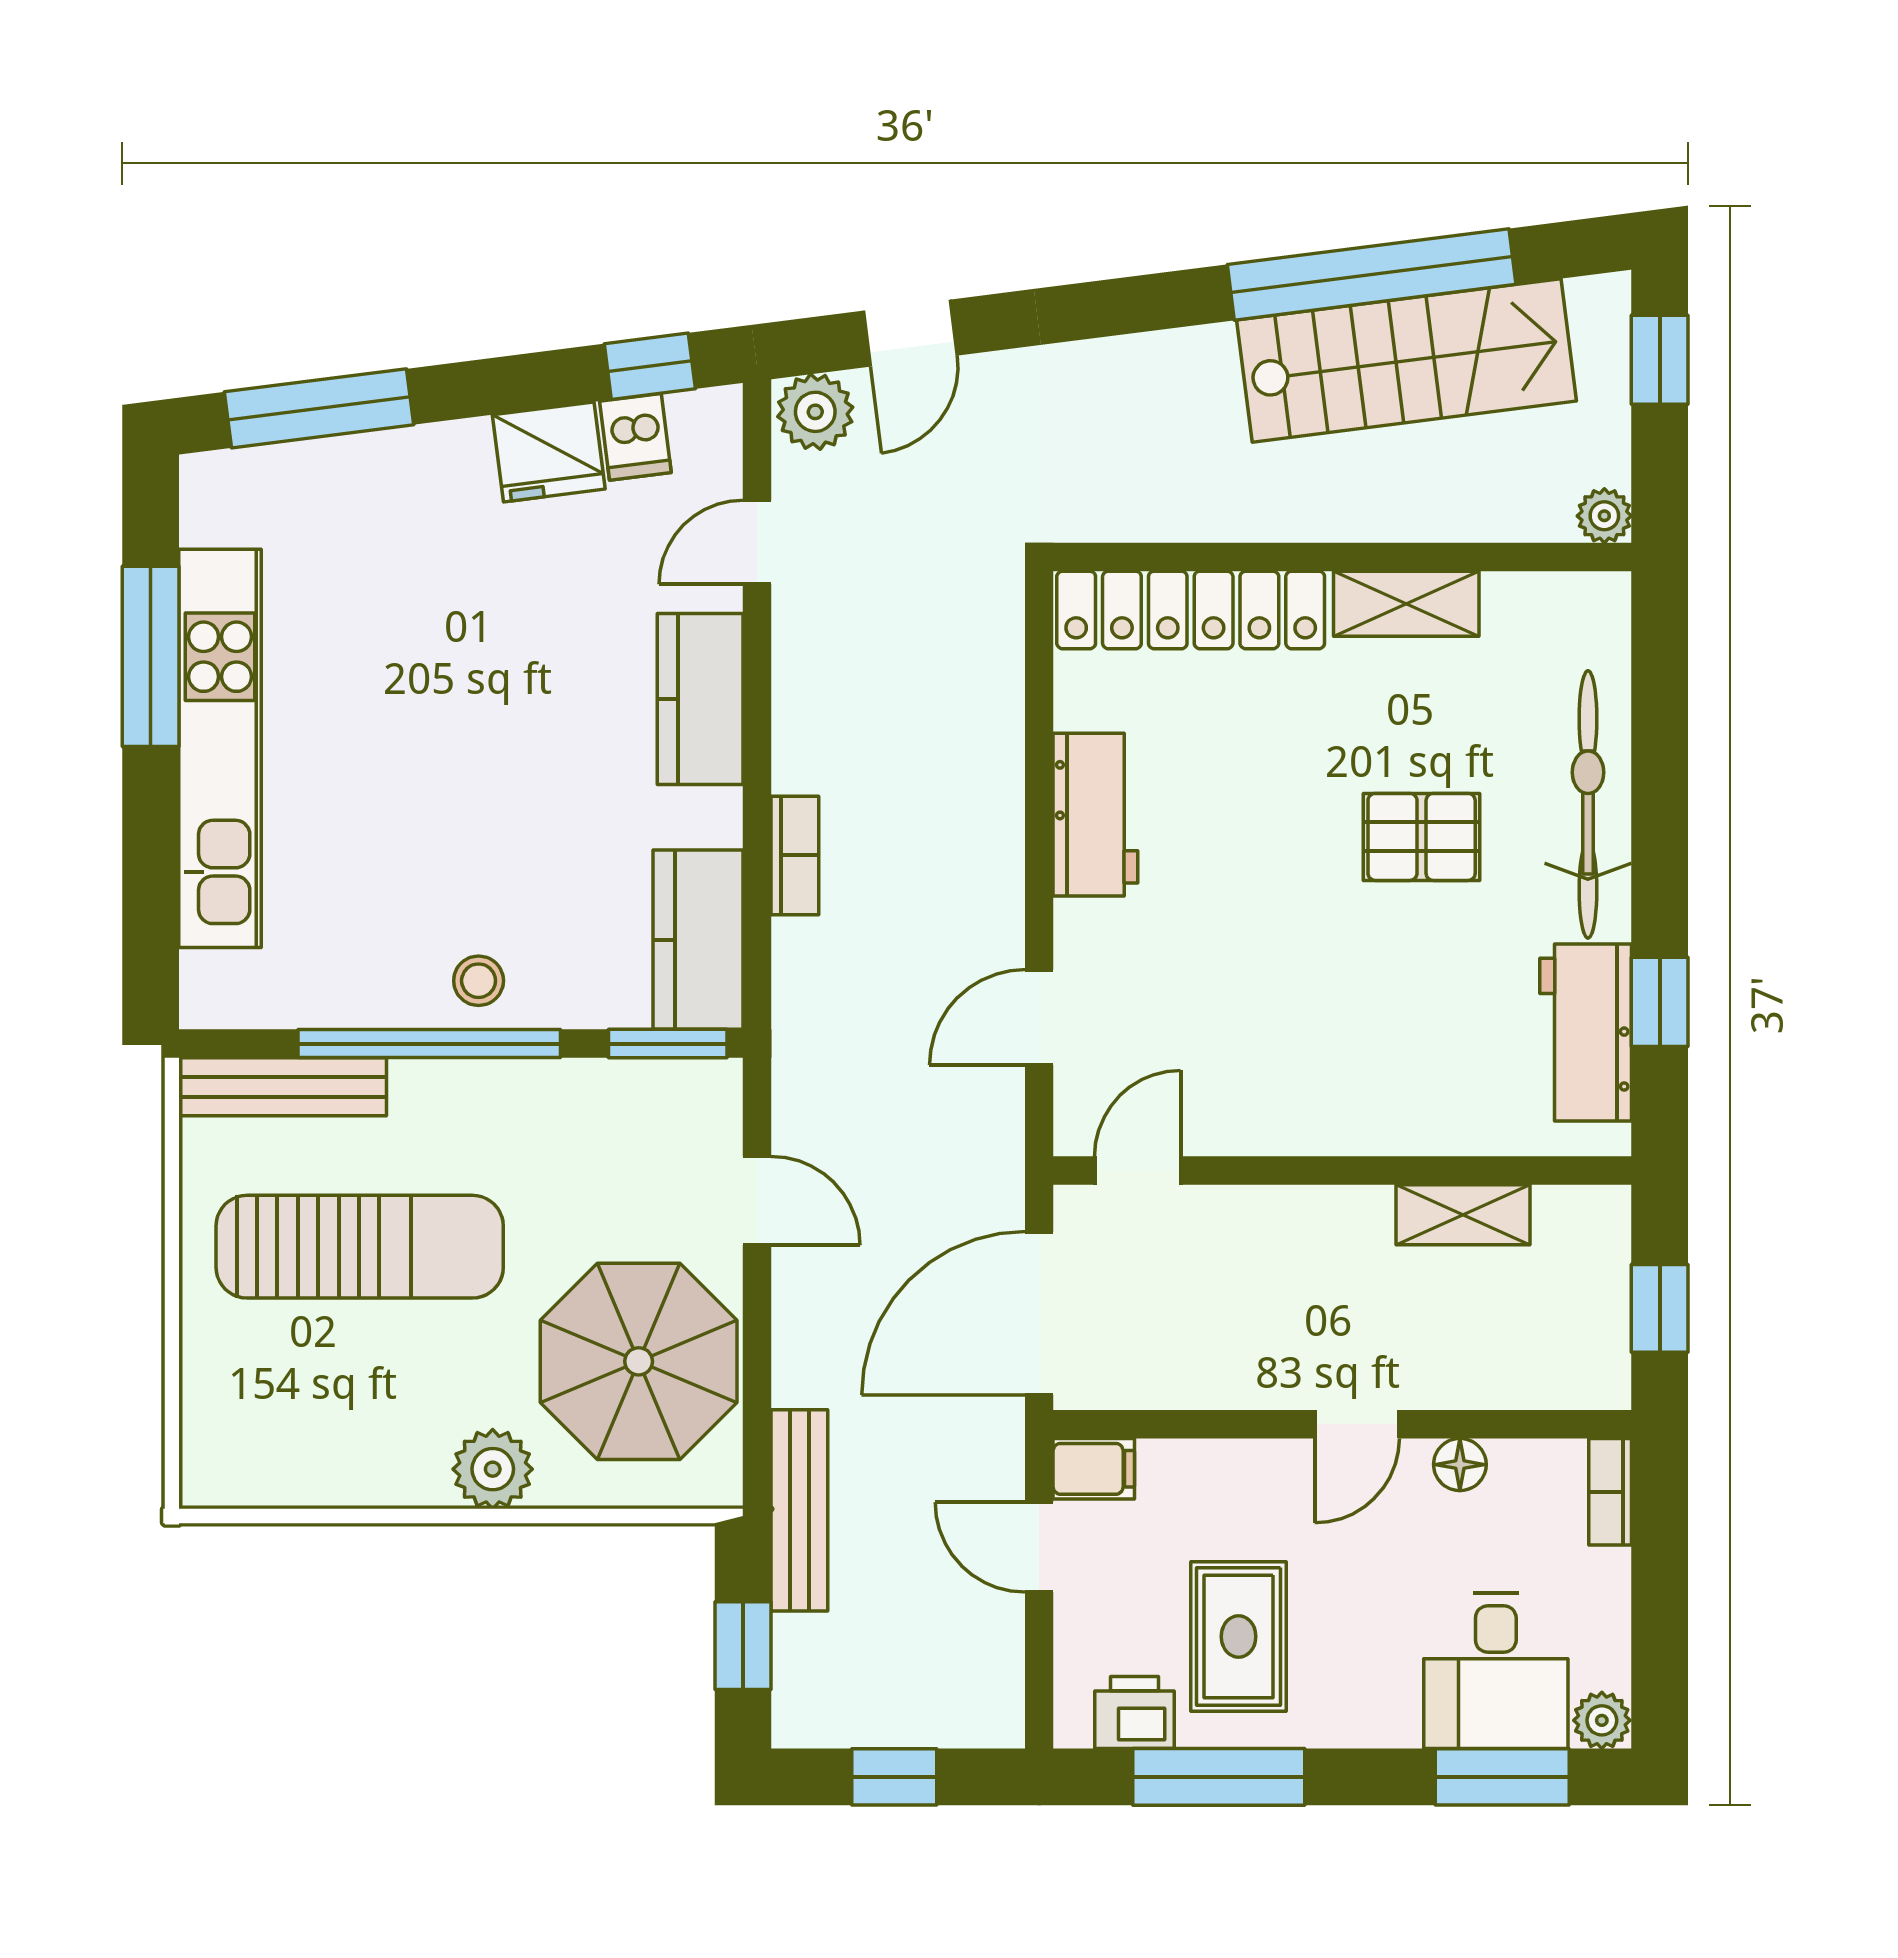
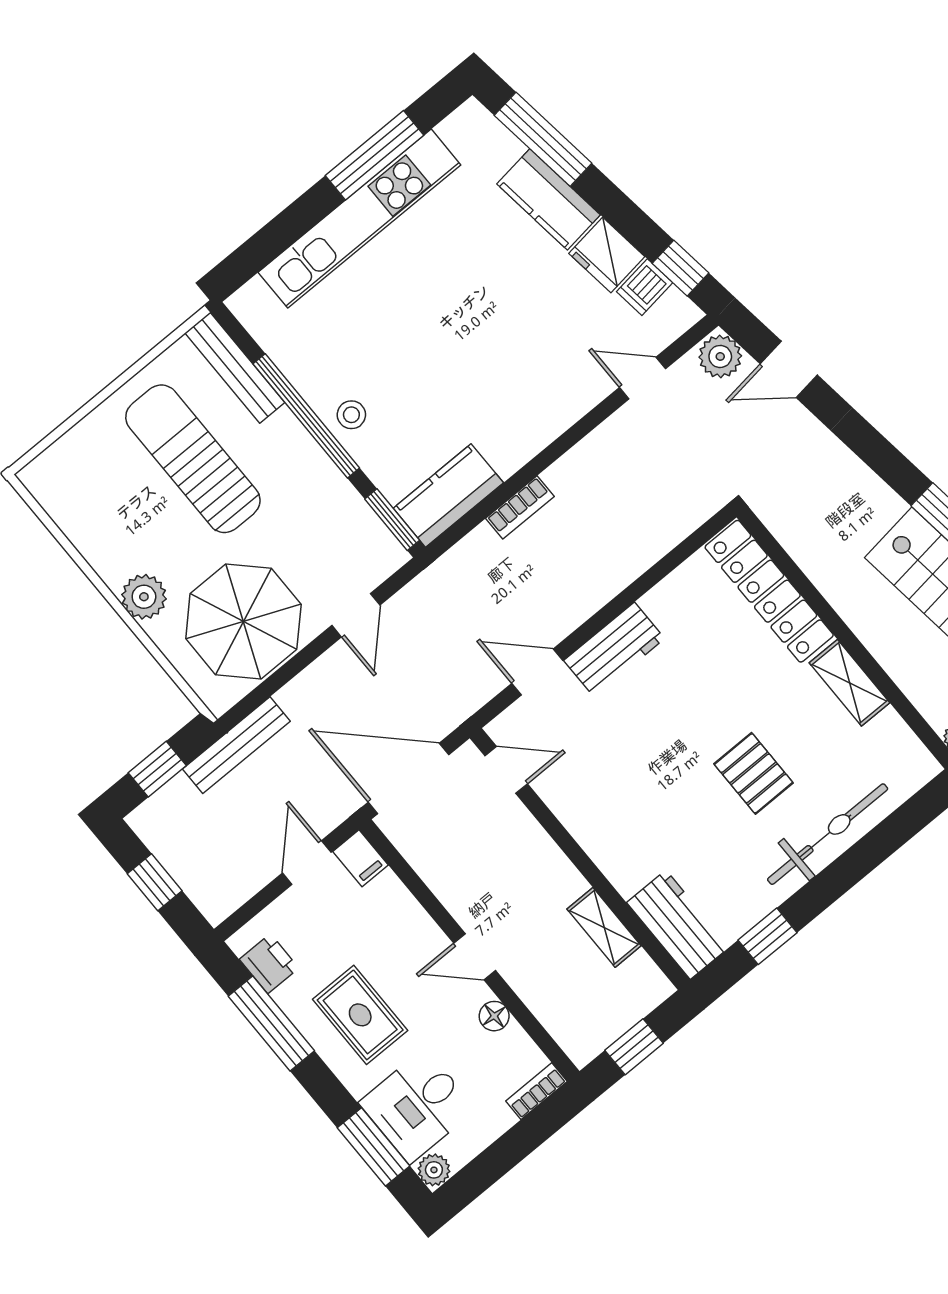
kitchen counter: (700, 699) -> (549, 199), moved, turned -97
workbench: (1095, 815) -> (614, 650), moved
workbench: (1586, 1032) -> (678, 925), moved, turned 90
sun lounger: (360, 1247) -> (193, 459), turned 180
rug: (1239, 1636) -> (360, 1015), moved, turned 90

